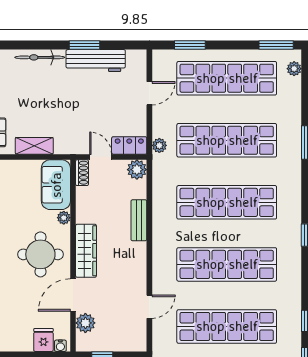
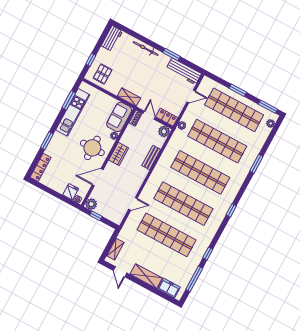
window: (190, 45) -> (238, 90), moved
workbench: (96, 61) -> (184, 71), moved
shelving: (34, 146) -> (129, 97), moved
wardrobe: (86, 251) -> (119, 154), width x0.67
plant: (85, 323) -> (91, 204), moved

